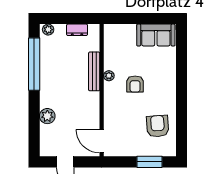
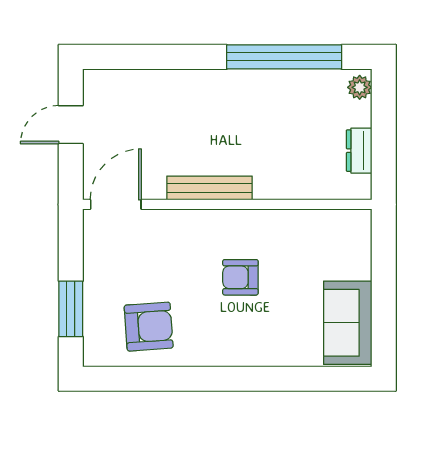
bench: (94, 71) -> (210, 188), moved
plant: (109, 76) -> (259, 220), removed
plant: (47, 116) -> (171, 86), removed

